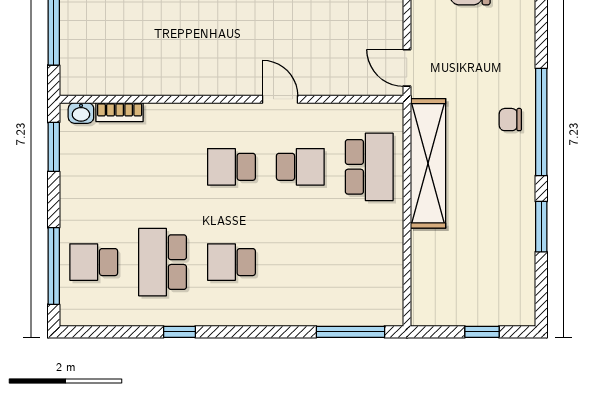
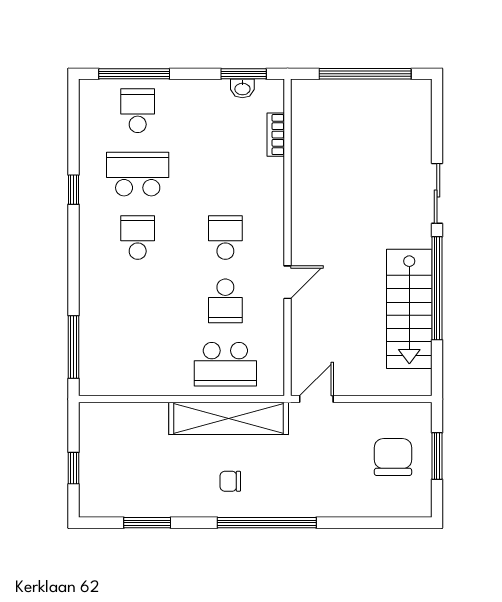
washbasin: (81, 113) -> (242, 88), moved, turned -90
chair: (510, 120) -> (230, 481), moved, turned -90
window: (541, 227) -> (147, 523), moved

